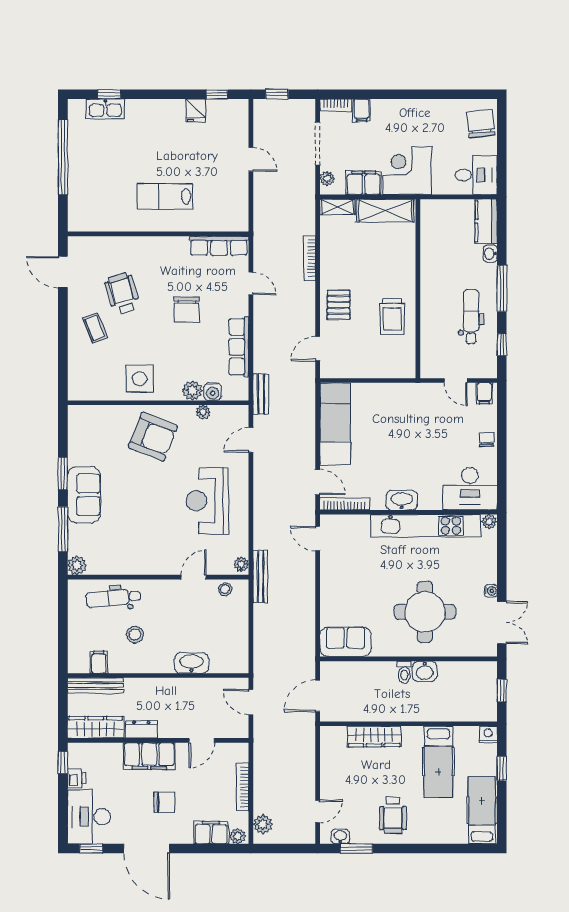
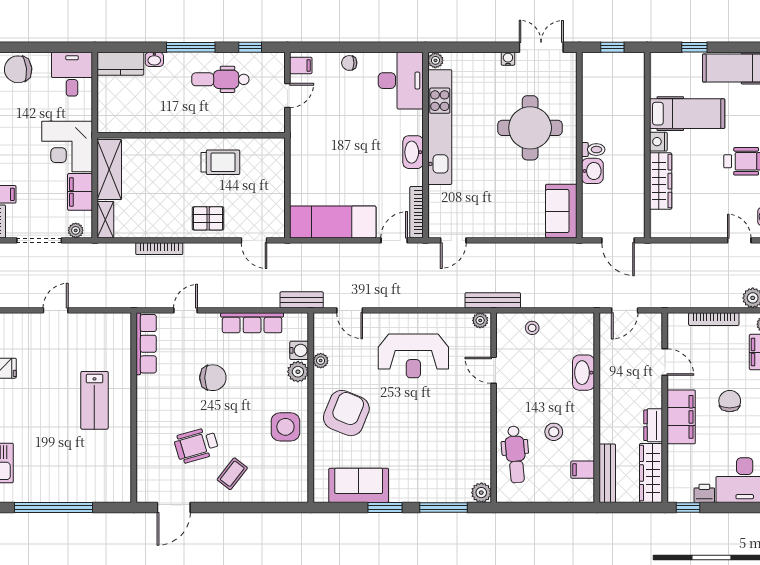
coffee table: (95, 328) -> (232, 474), turned -31
sofa: (84, 495) -> (359, 485), moved
stool: (225, 589) -> (532, 328), moved
washbasin: (425, 671) -> (592, 171), moved
nightstand: (488, 734) -> (658, 142), moved

